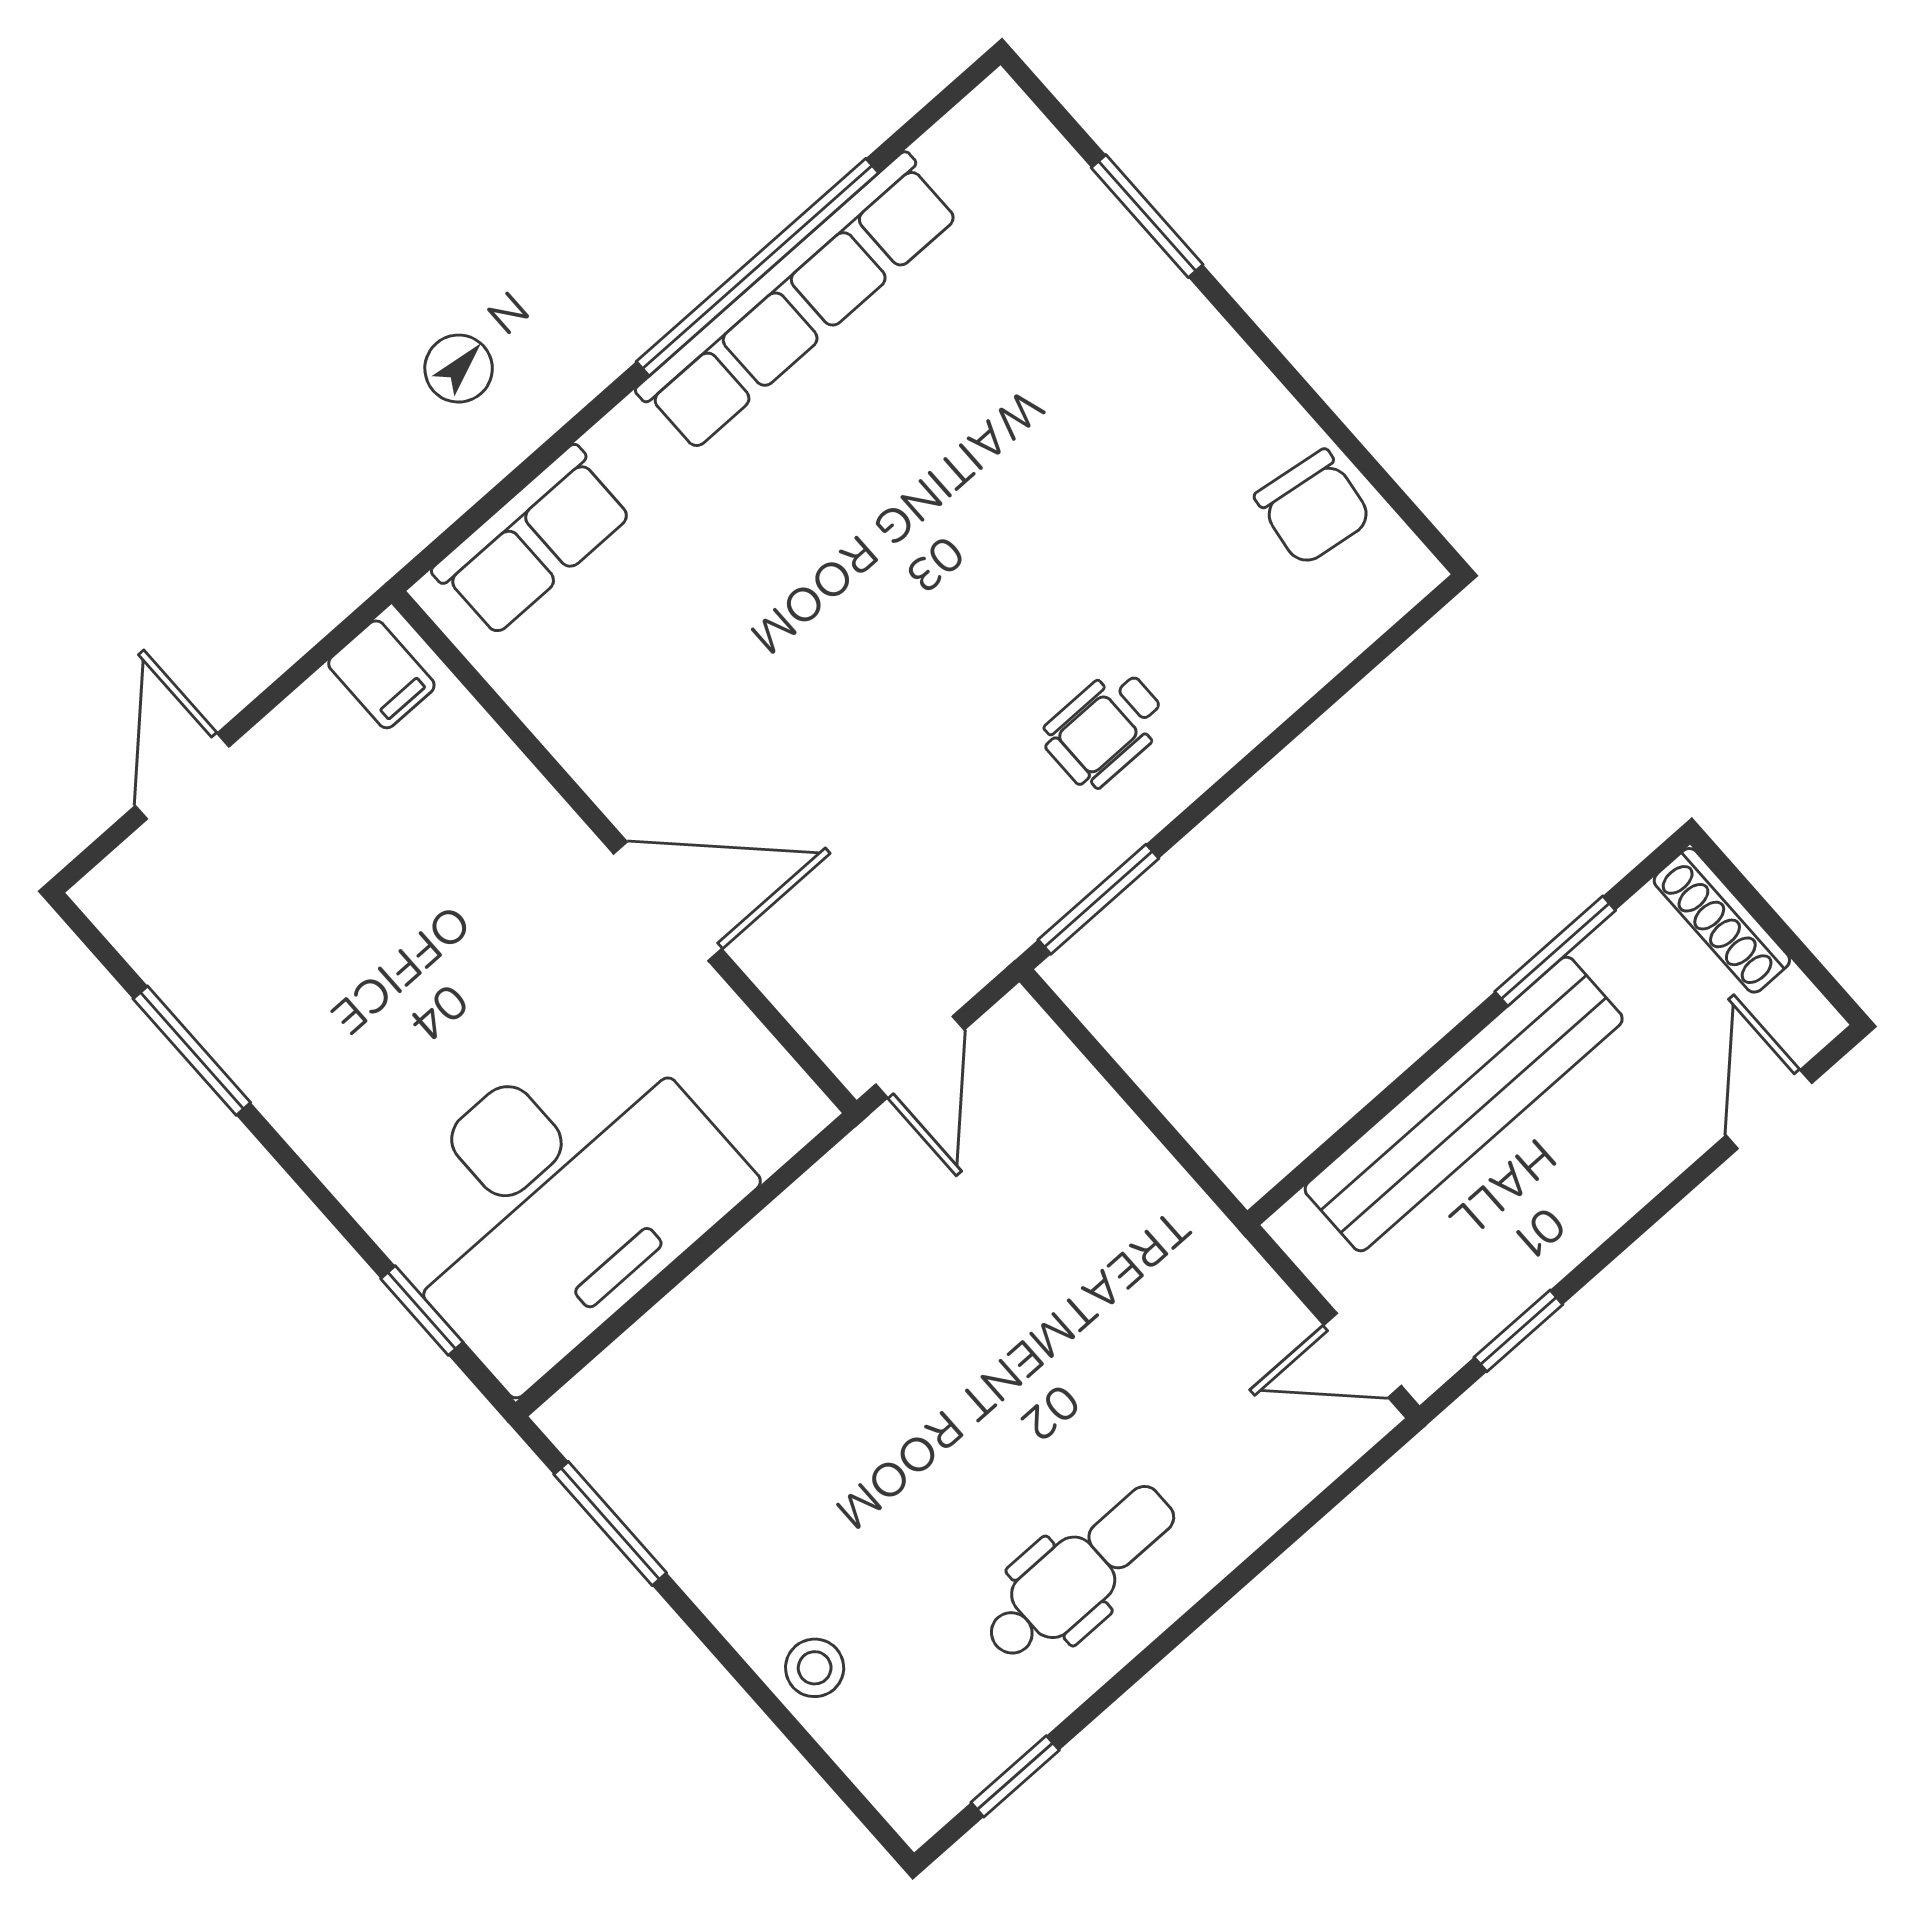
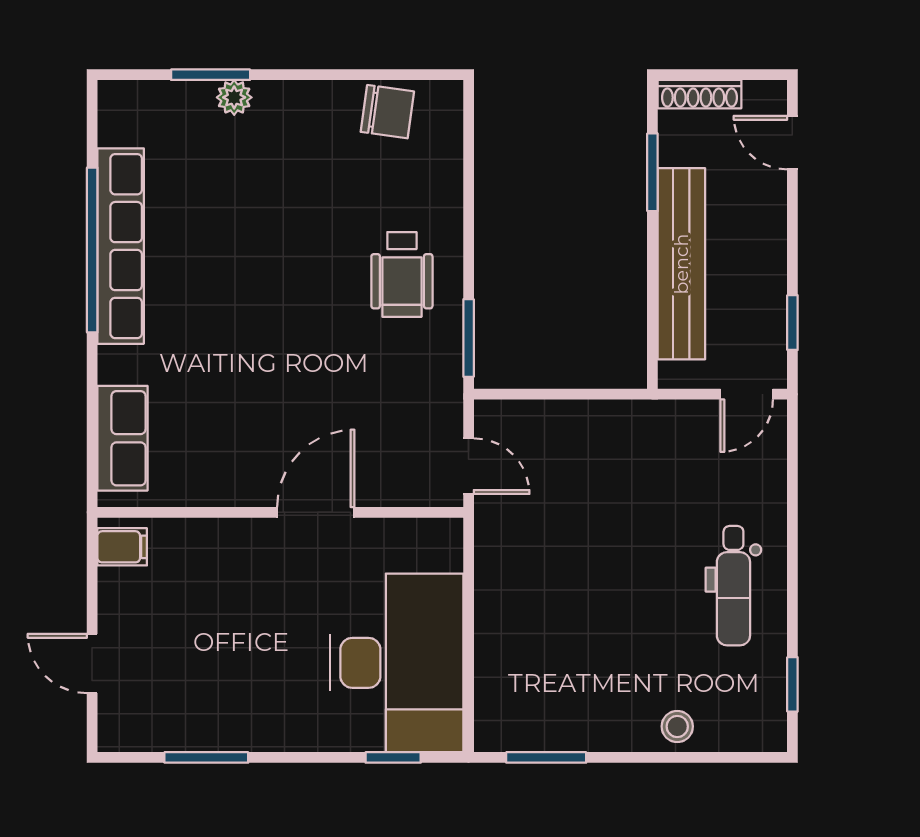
plant: (1144, 277) -> (234, 97), added
wheelchair: (1105, 728) -> (402, 274), width x1.36, depth x1.37
dental chair: (1080, 1573) -> (733, 586), turned 180

